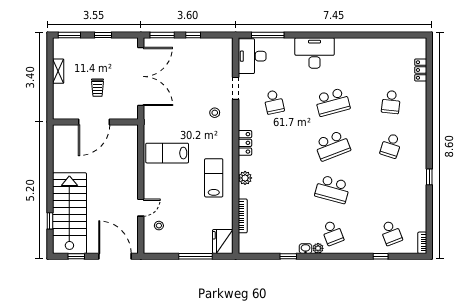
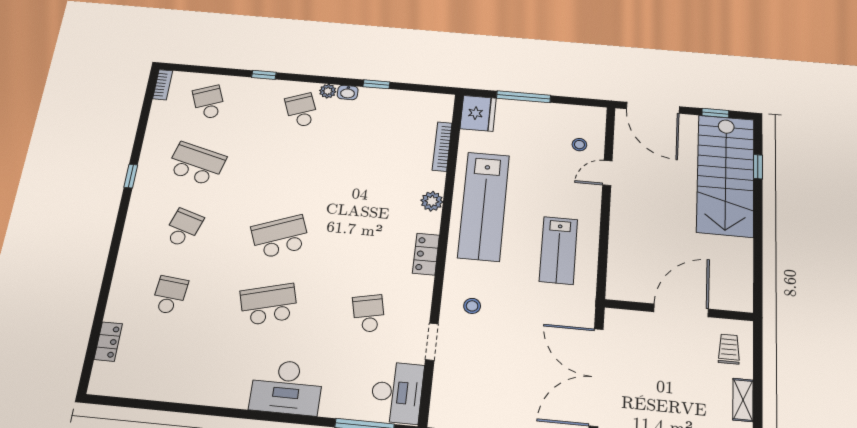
trolley: (97, 88) -> (729, 349), moved
lab bench: (167, 153) -> (558, 250), turned 90
lab bench: (214, 178) -> (484, 206), width x1.86, depth x1.39
school desk: (332, 189) -> (196, 164), moved
window: (381, 256) -> (264, 75), moved

